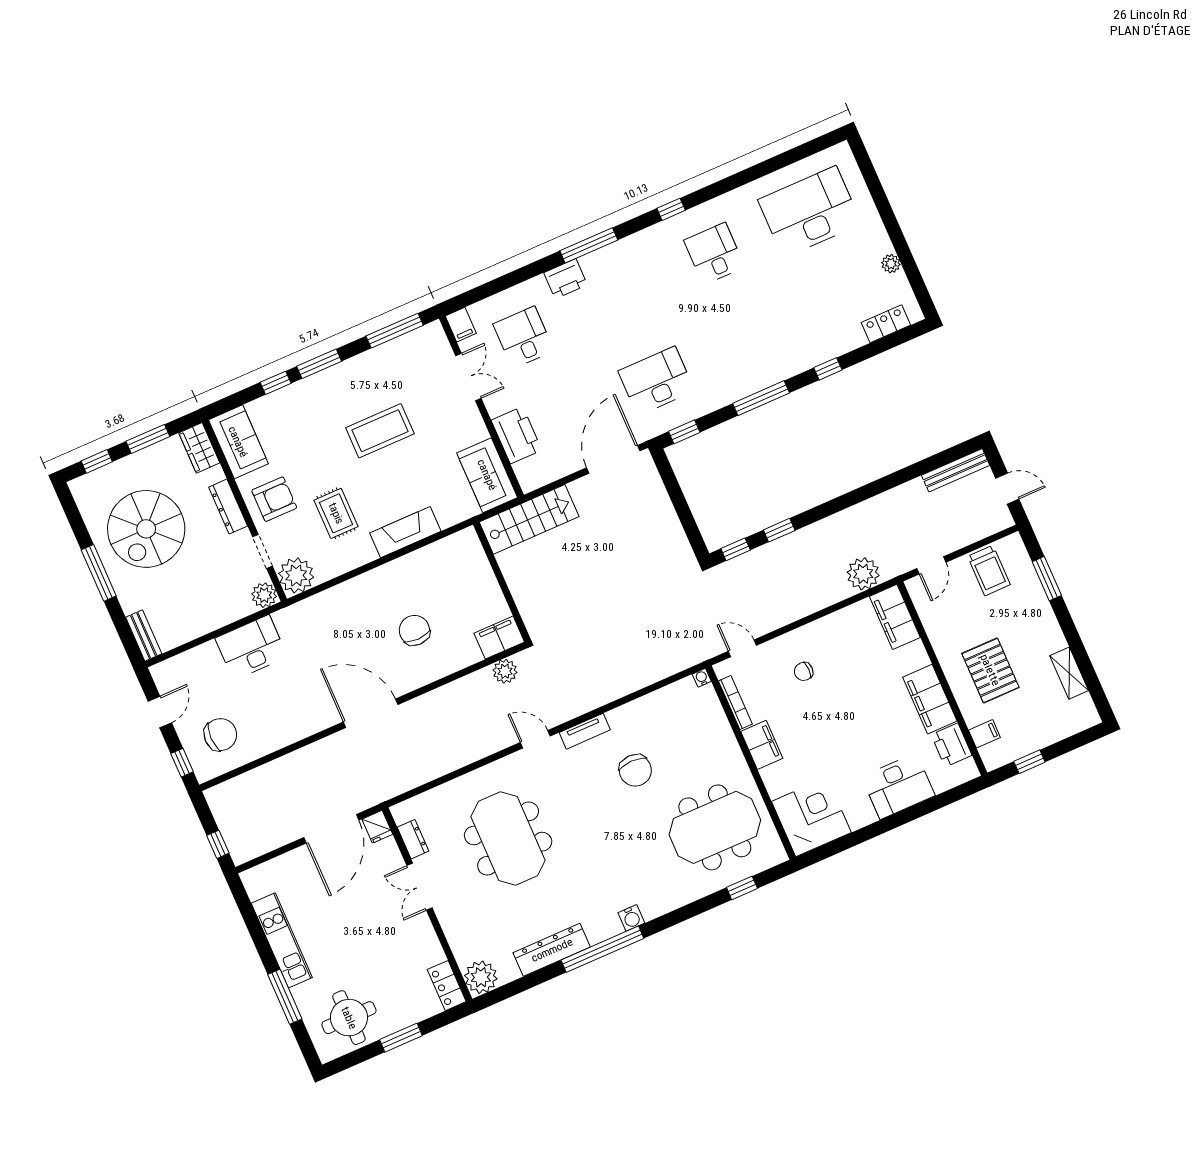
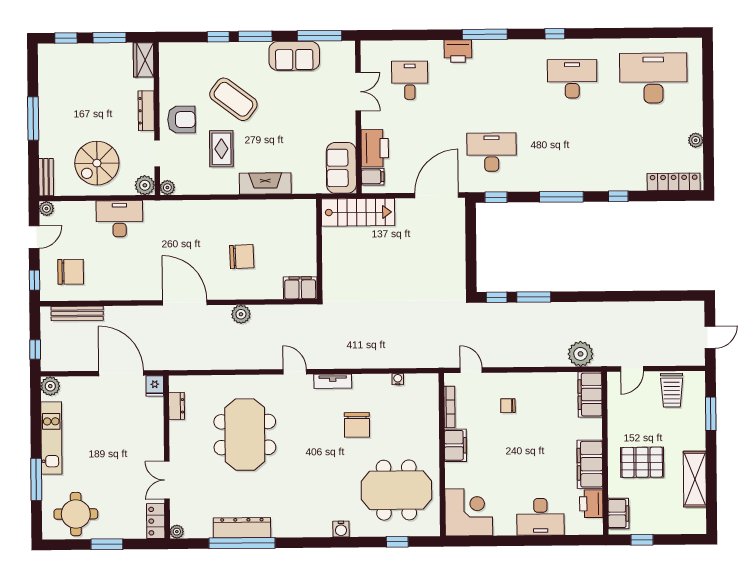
desk: (714, 254) -> (572, 79), width x1.37
locker: (886, 324) -> (674, 182), width x1.53
filing cabinet: (461, 325) -> (373, 177), moved, turned -90
coffee table: (380, 431) -> (233, 99), moved, turned 37
sofa: (238, 442) -> (294, 56), moved, turned 90
bench: (956, 470) -> (77, 313), moved
door: (1007, 489) -> (710, 337), hinge flipped
spiral stairs: (146, 529) -> (97, 163), moved, width x0.73, depth x0.73
window: (779, 530) -> (534, 297), width x1.50
plant: (296, 575) -> (167, 188), width x0.53, depth x0.53
chair: (414, 630) -> (242, 257), turned 88
pallet: (990, 670) -> (642, 462), turned 90
plant: (505, 671) -> (241, 314), moved
plant: (160, 672) -> (46, 209), added
shelving: (1069, 673) -> (695, 479), width x1.50, depth x1.33
water cooler: (702, 678) -> (398, 379), moved
filing cabinet: (984, 734) -> (618, 514), width x2.00
door: (331, 829) -> (121, 373), swing flipped
plant: (254, 880) -> (50, 386), added
double door: (419, 887) -> (167, 480), moved
water cooler: (631, 918) -> (341, 529), moved
window: (602, 949) -> (242, 543), moved
plant: (481, 977) -> (177, 532), width x0.53, depth x0.53

